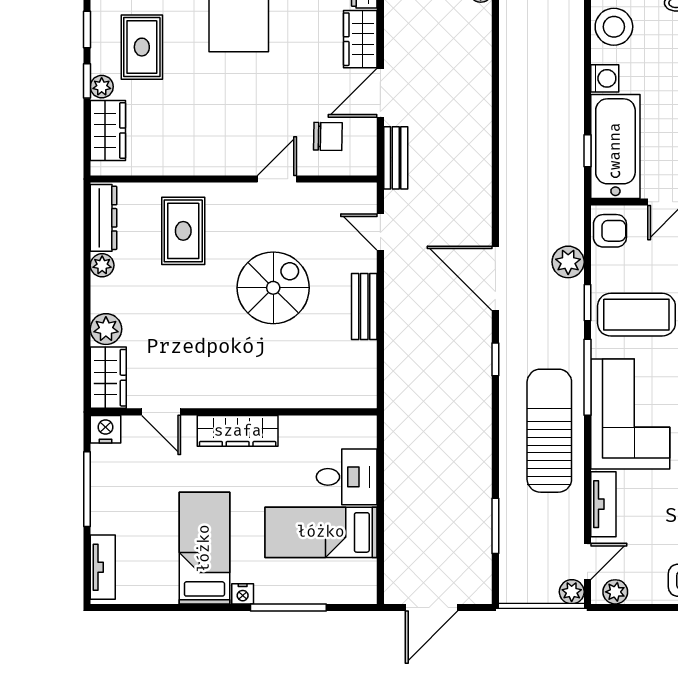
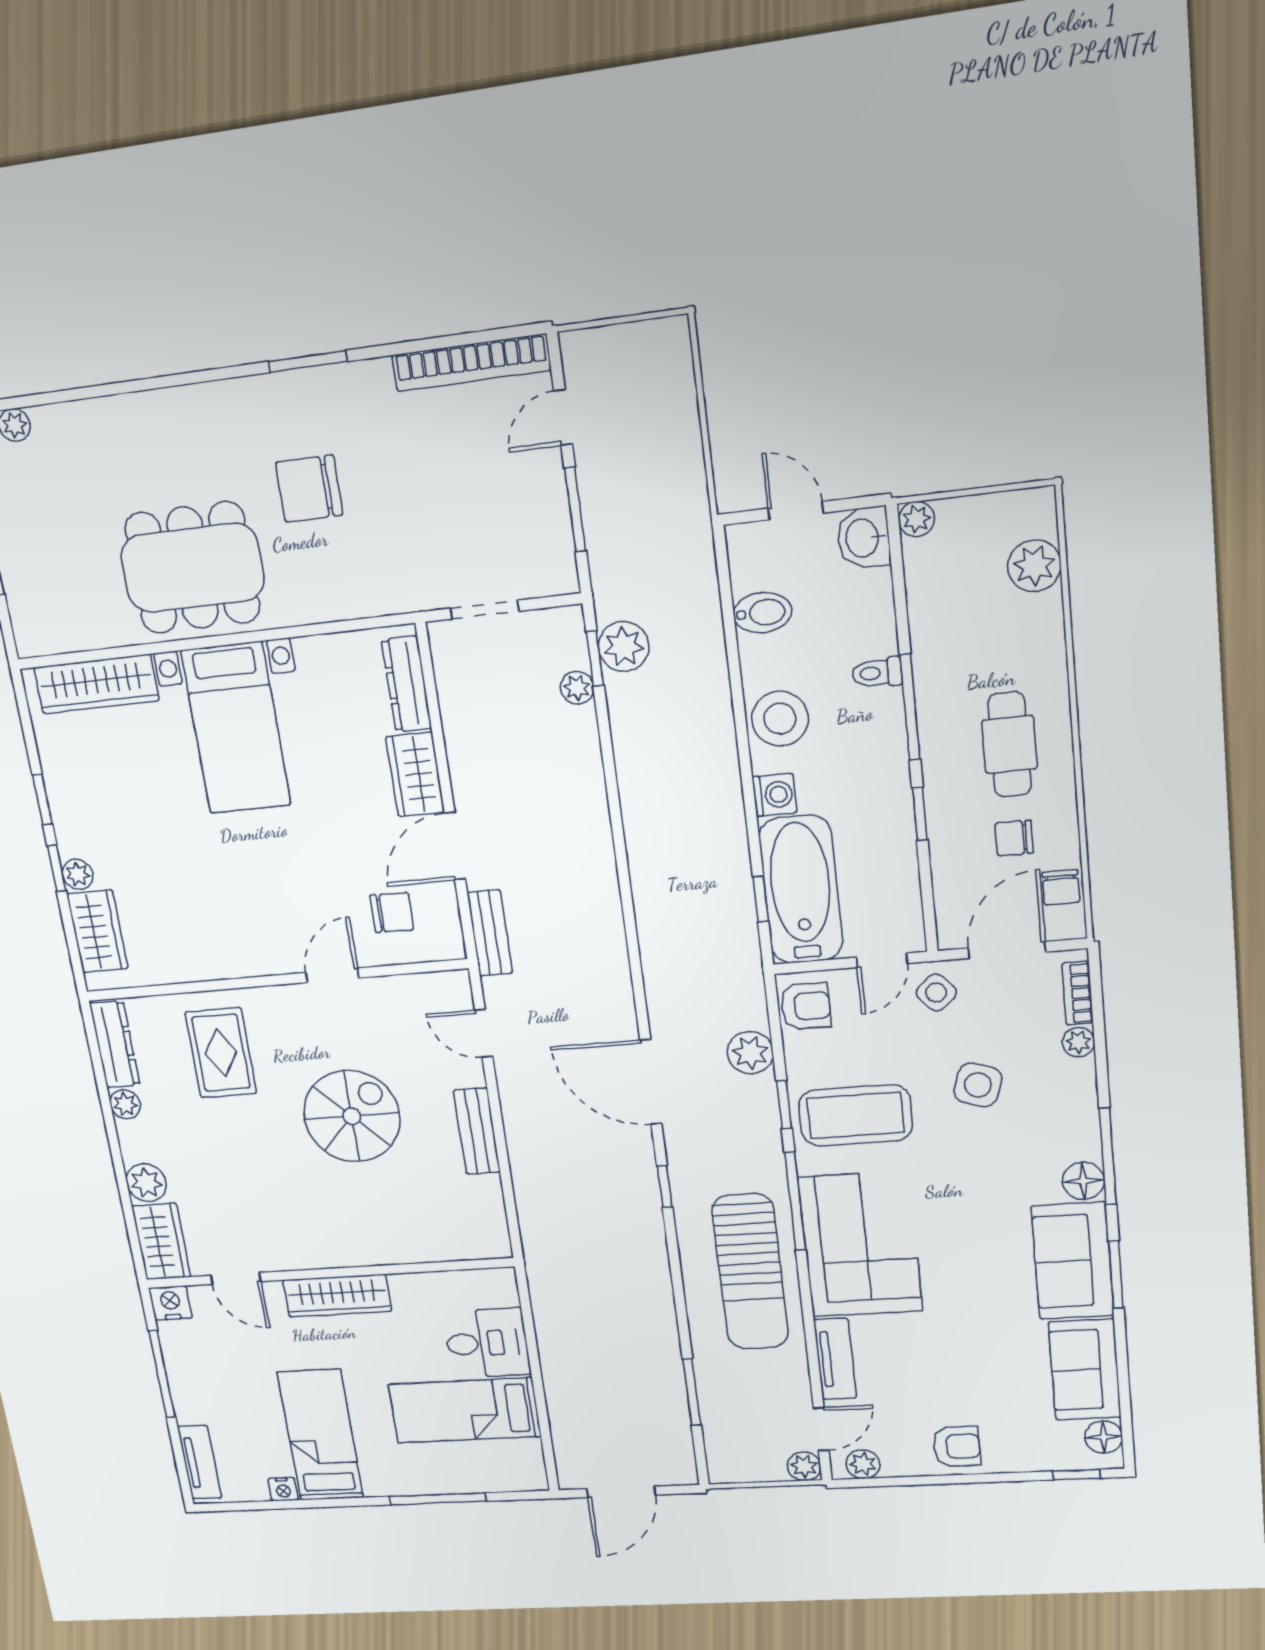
rug: (142, 47) -> (119, 816), removed
sun lounger: (549, 431) -> (750, 1272), turned 180
nightstand: (243, 594) -> (283, 1489), moved

